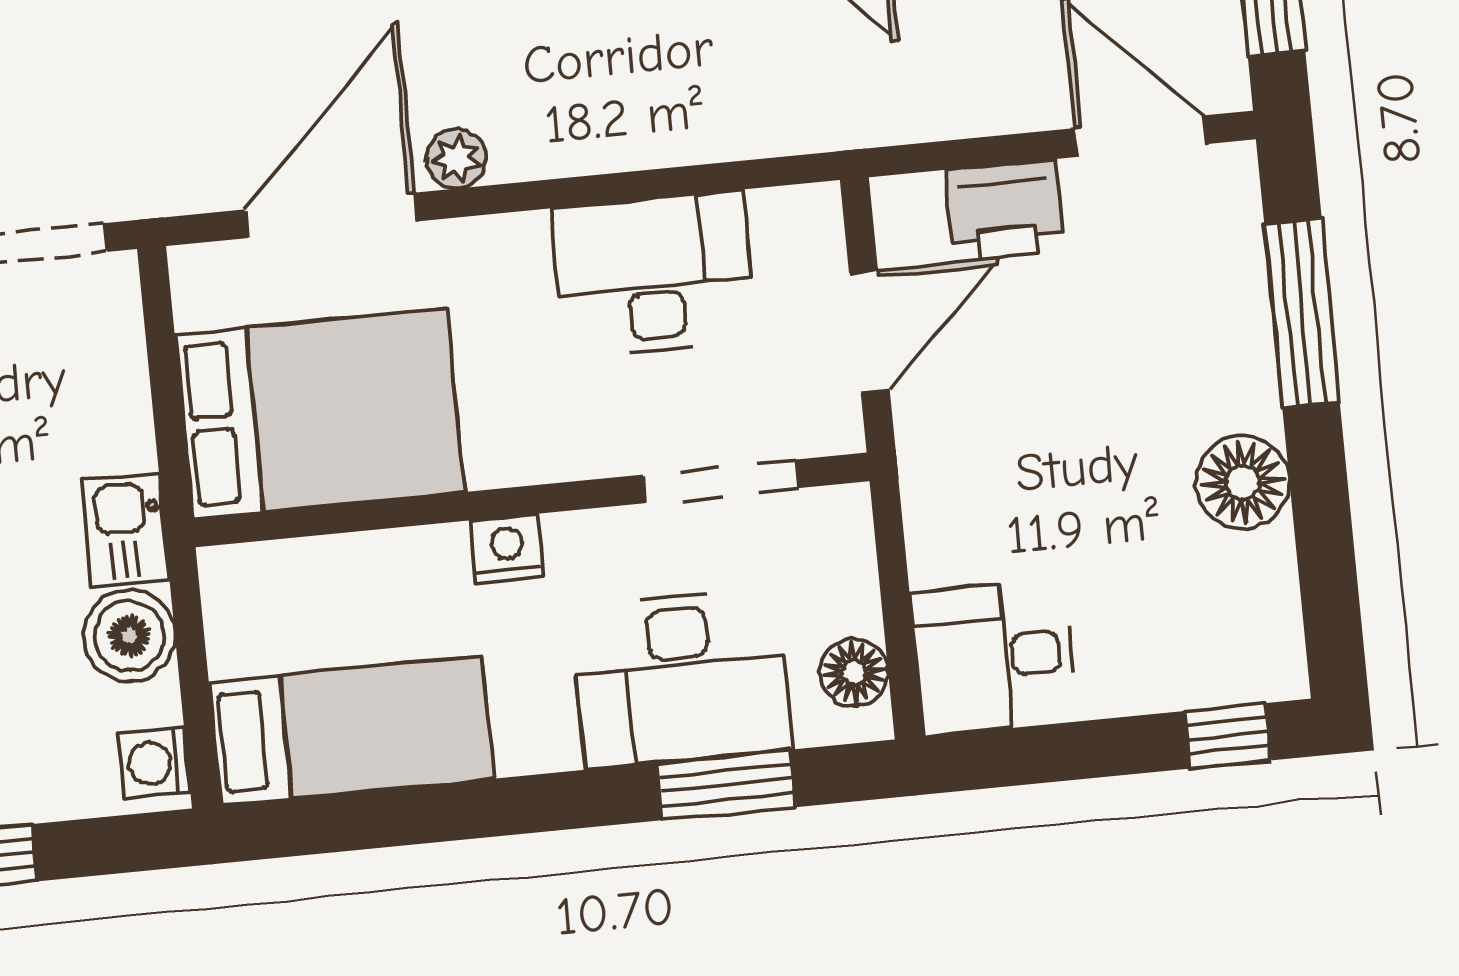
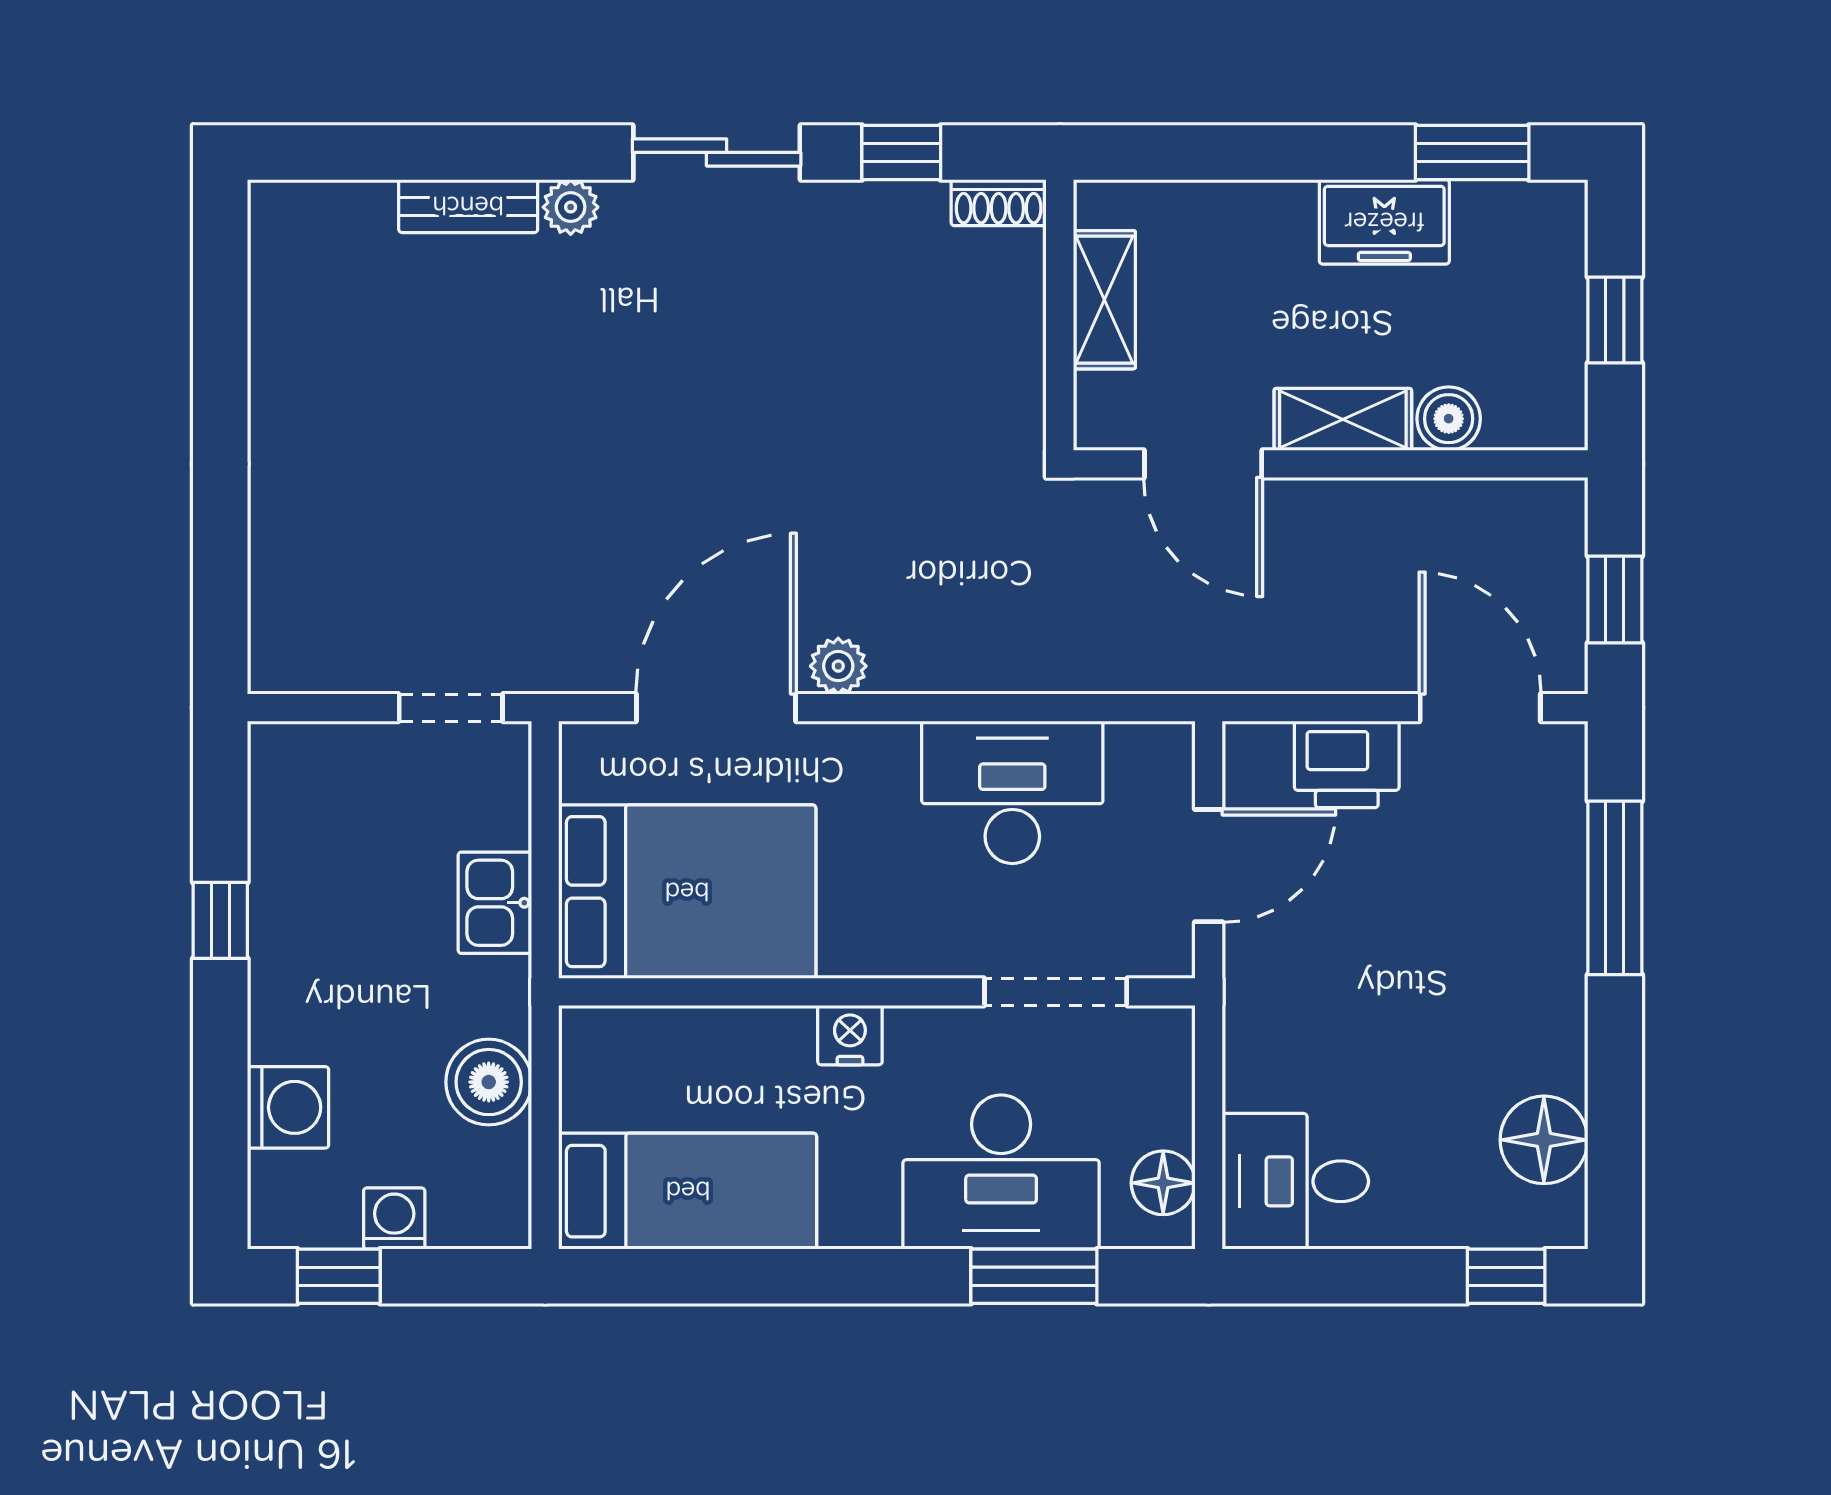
floor lamp: (1243, 482) -> (1544, 1140), moved
kitchen sink: (125, 530) -> (495, 903), moved
washing machine: (155, 763) -> (394, 1219), moved, turned 90

